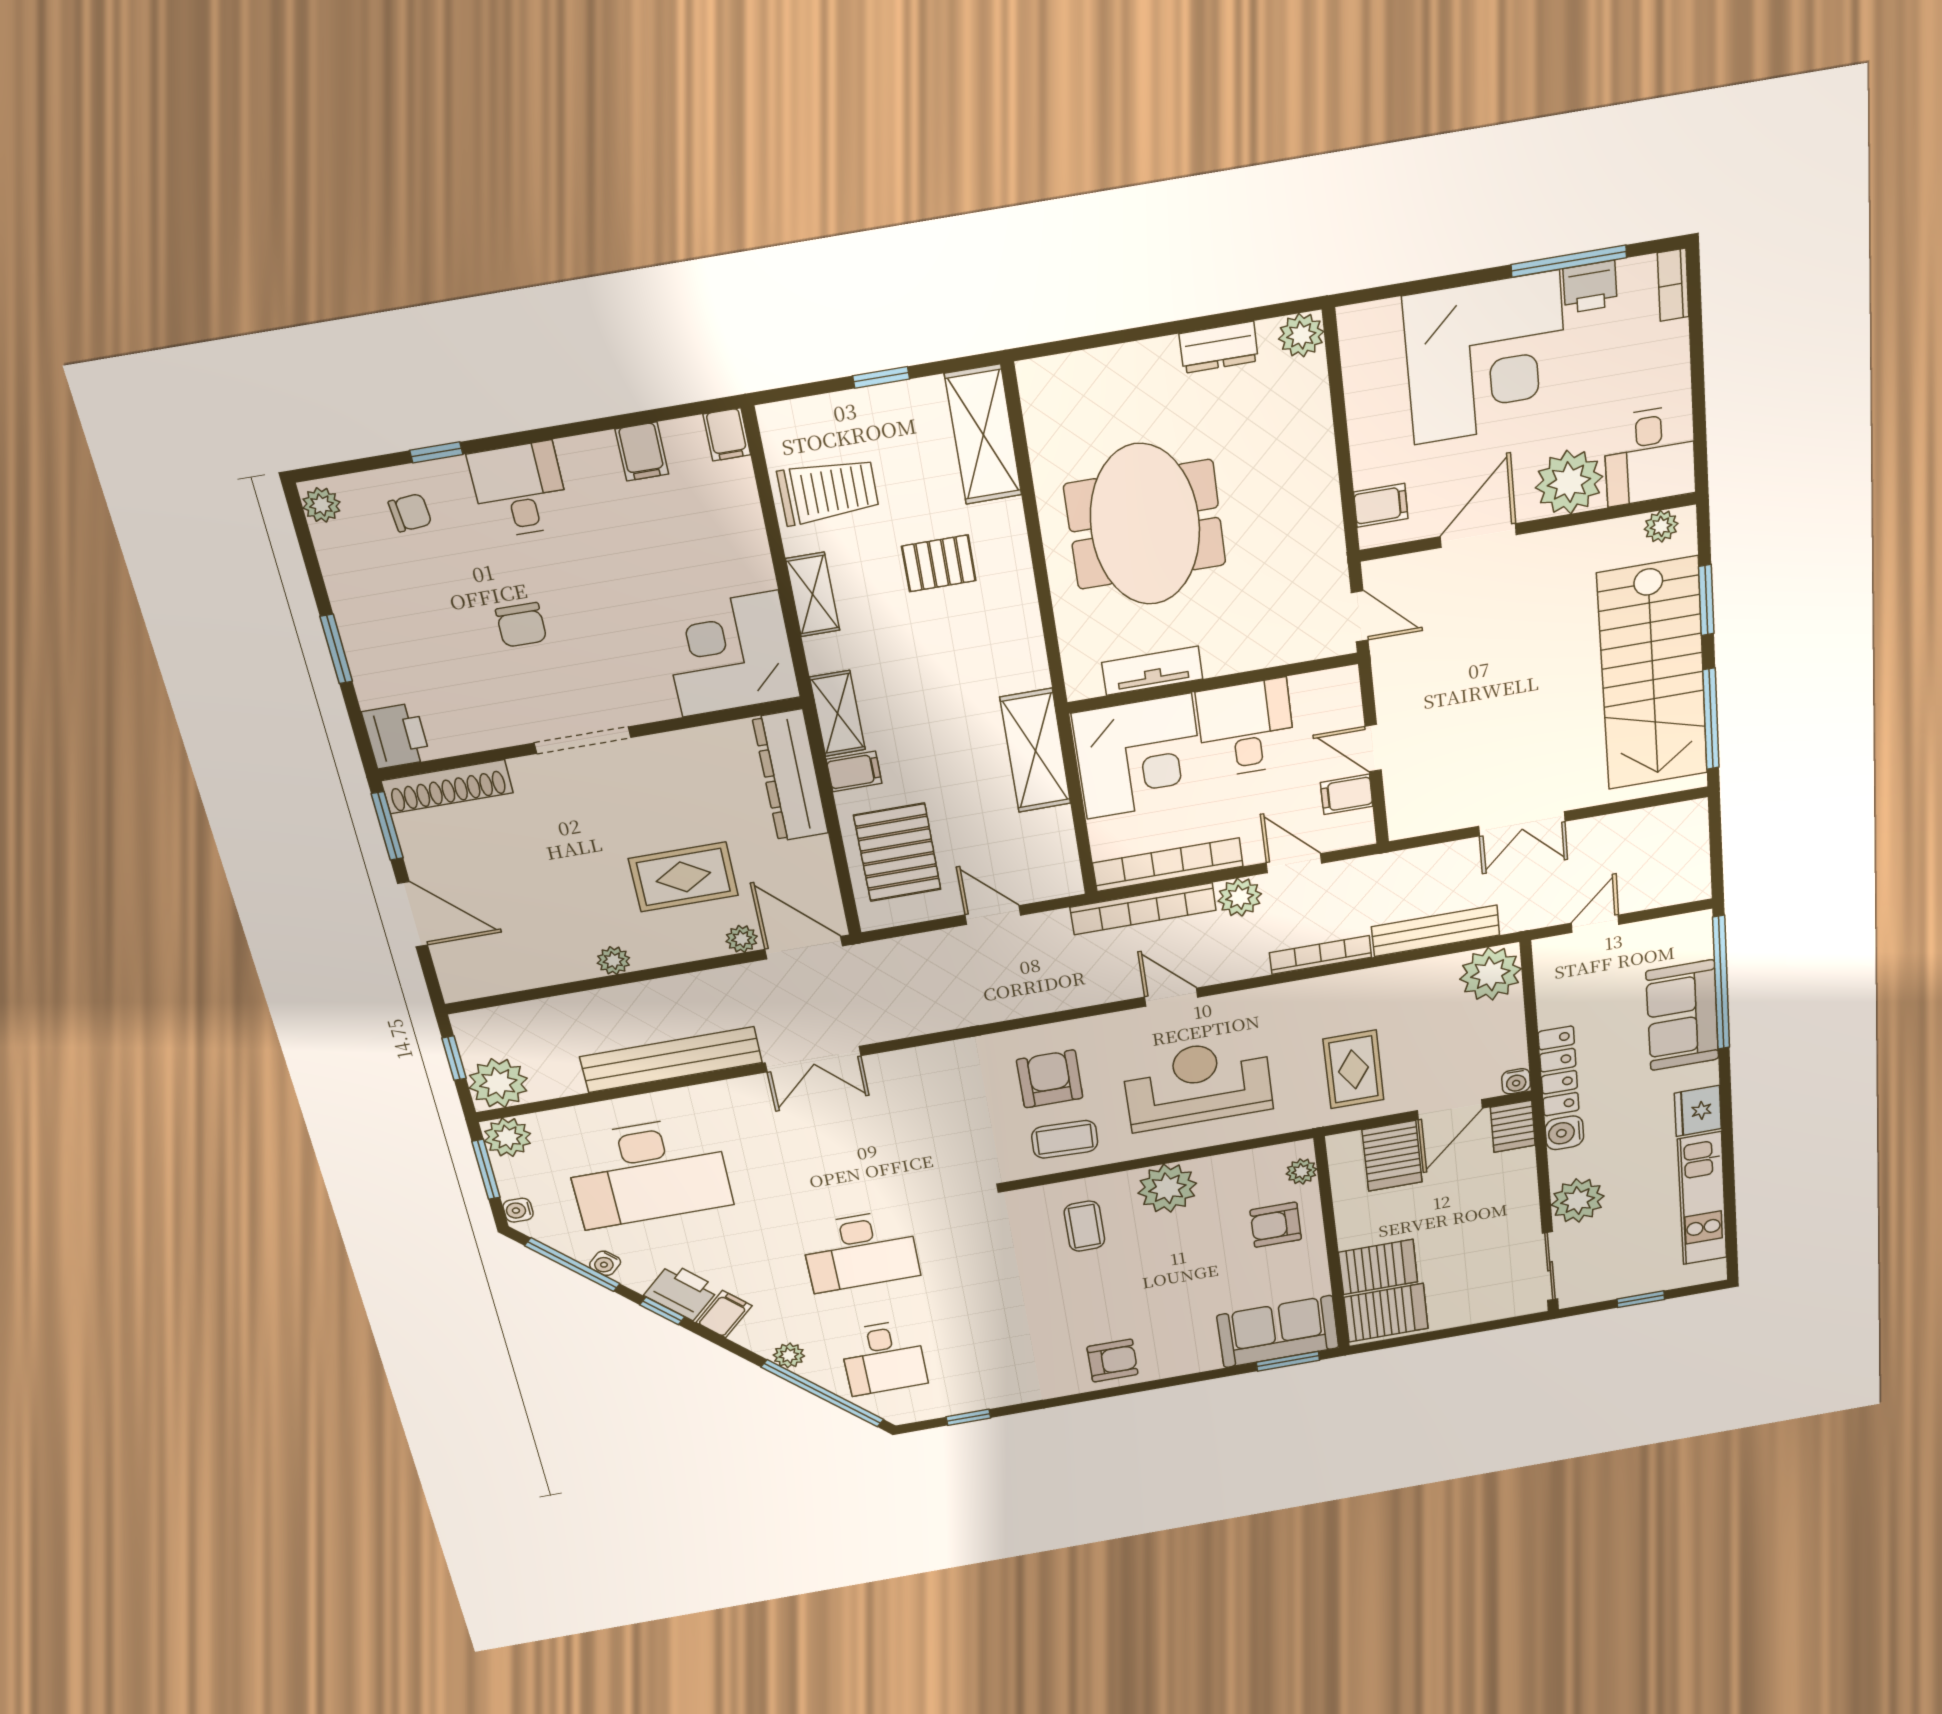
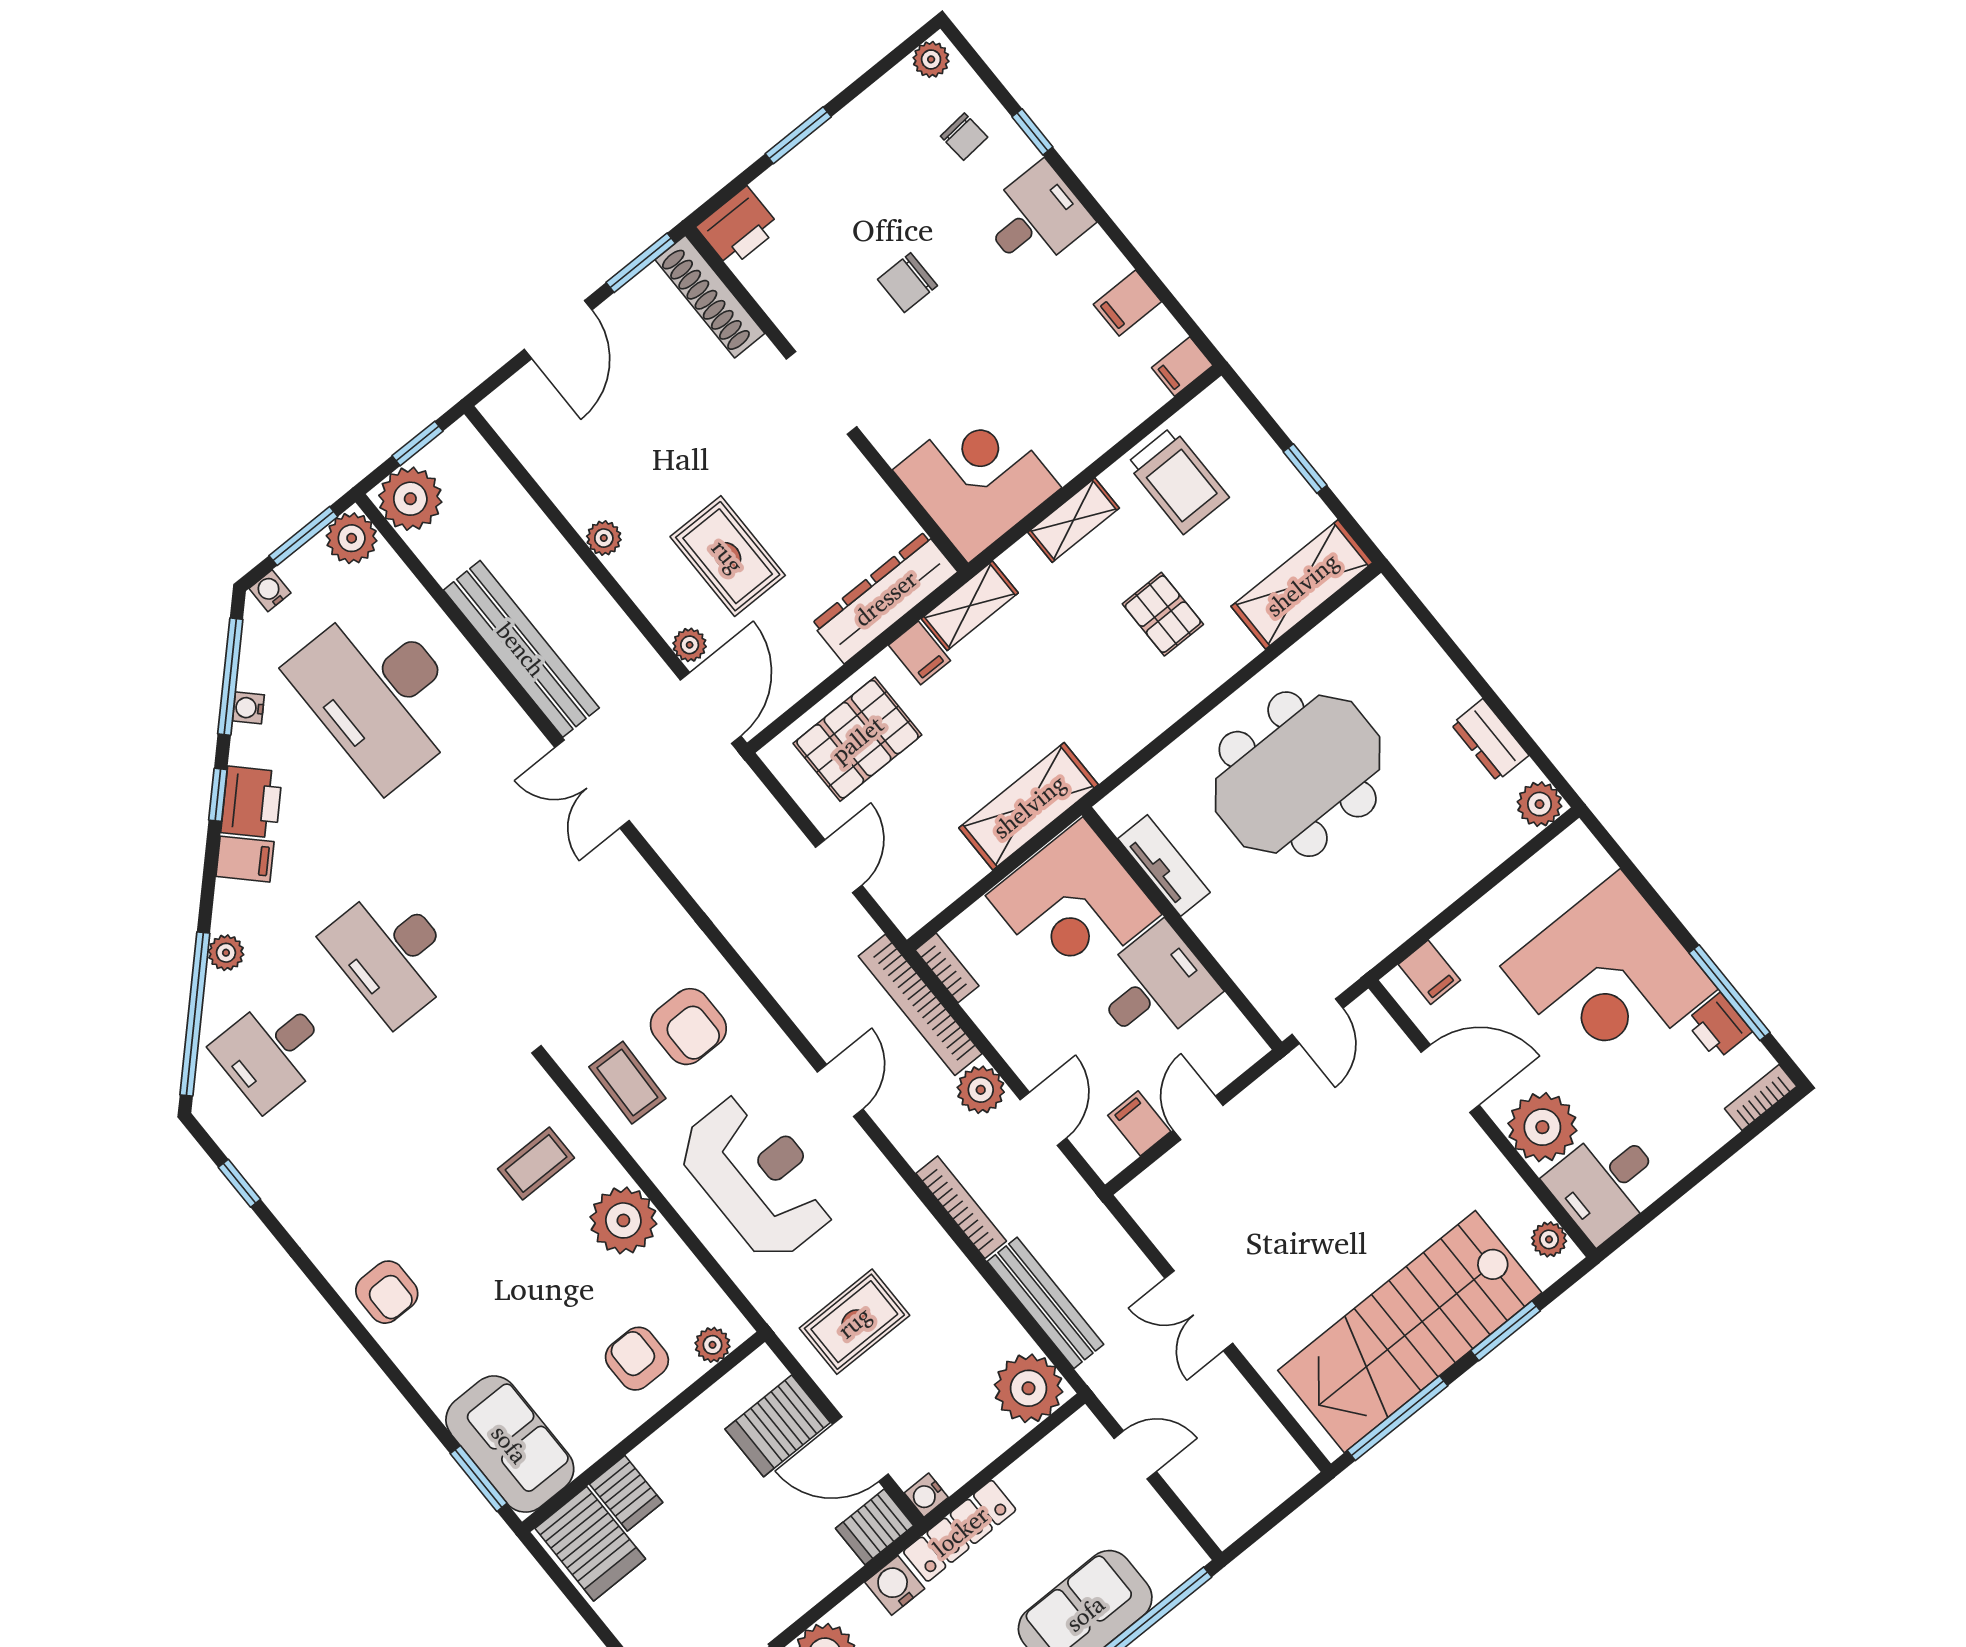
bookcase: (1168, 865) -> (947, 968), width x0.43, depth x0.76
armchair: (1050, 1079) -> (688, 1027), turned 90
server rack: (1378, 1267) -> (626, 1493), width x0.73, depth x0.70

